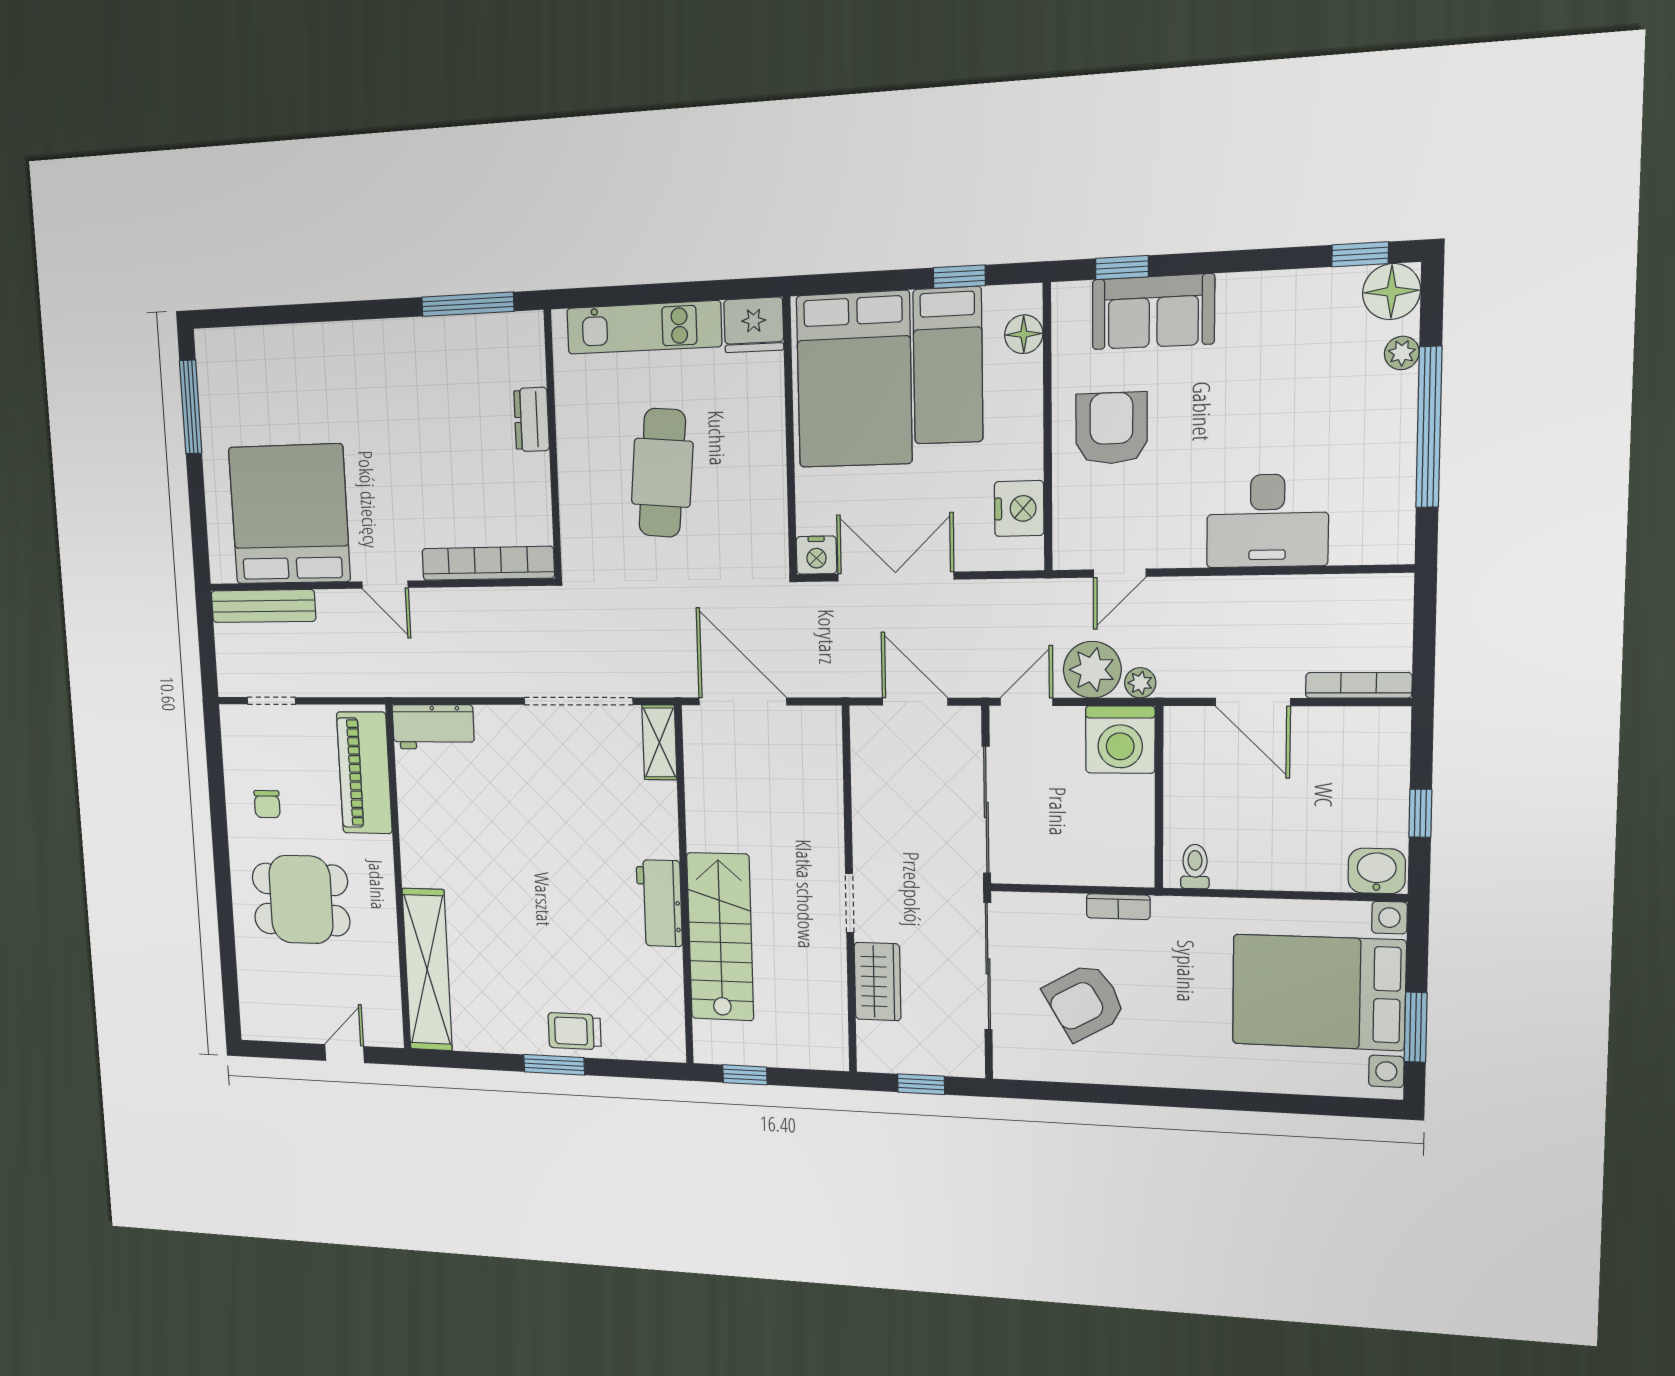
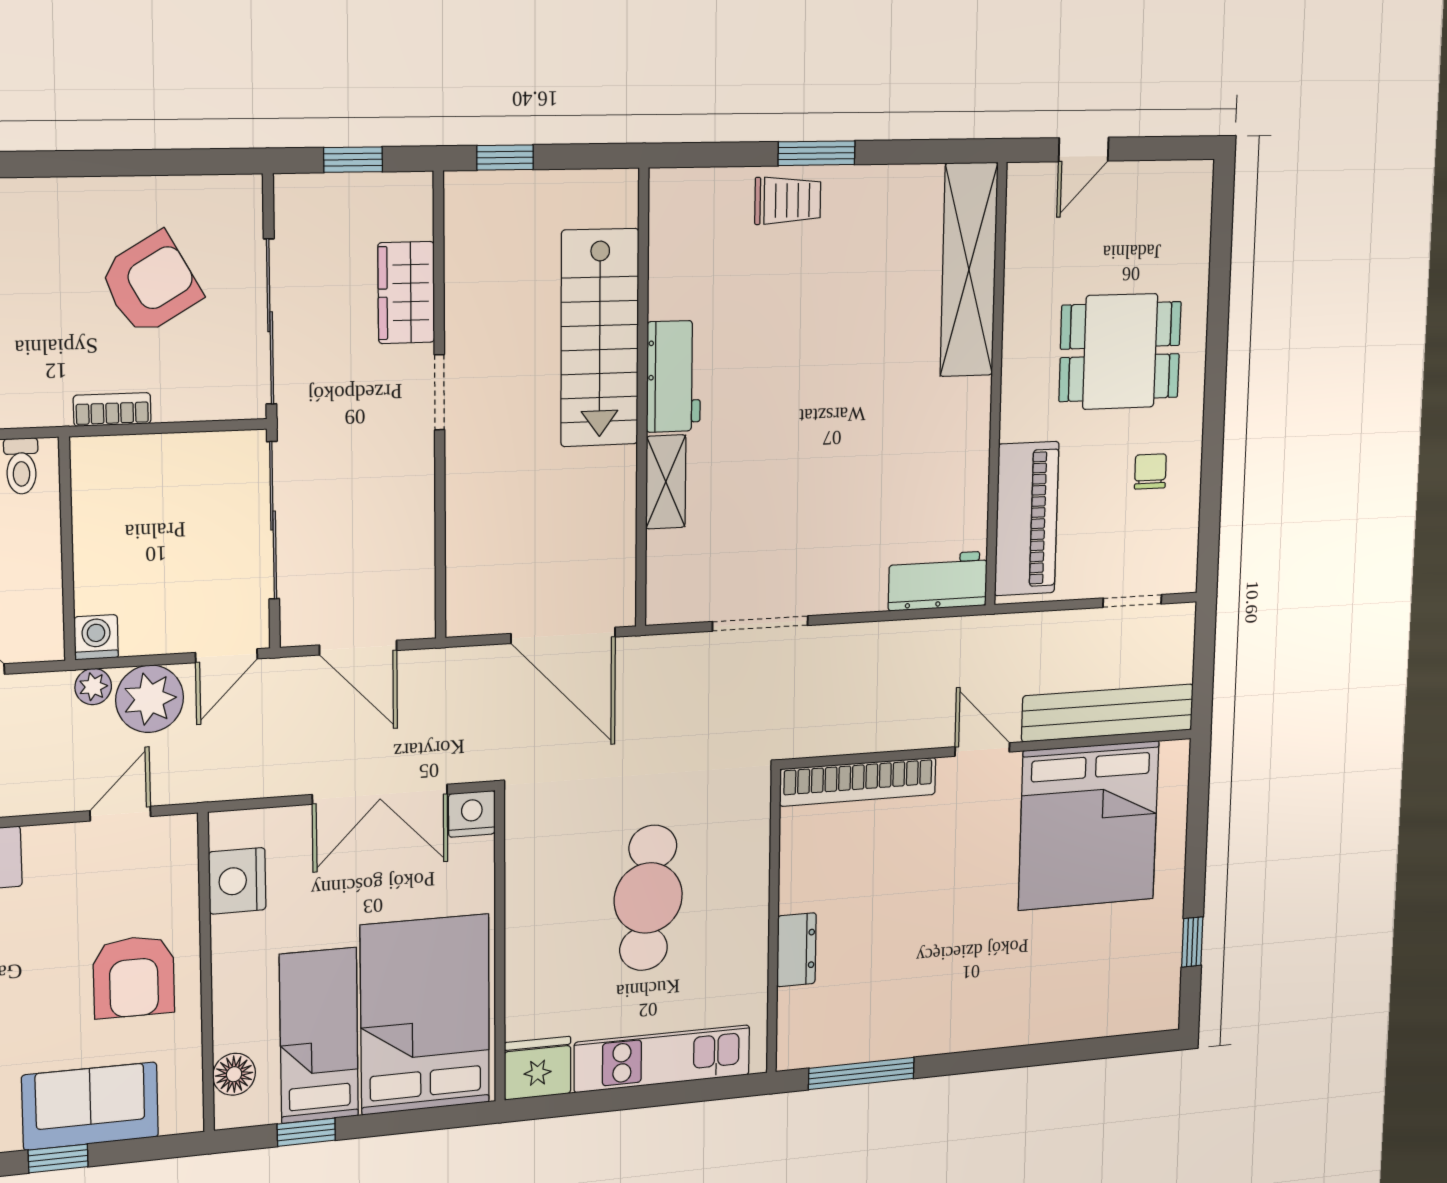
window: (1122, 268) -> (58, 1158), moved
window: (191, 407) -> (1192, 942), width x0.46
bench: (263, 606) -> (1108, 713), width x1.37, depth x1.21
doorway: (578, 701) -> (760, 623), width x0.73
washing machine: (1120, 740) -> (96, 637), width x0.53, depth x0.53
shelving: (659, 742) -> (666, 482), moved
window: (745, 1075) -> (505, 157), moved

